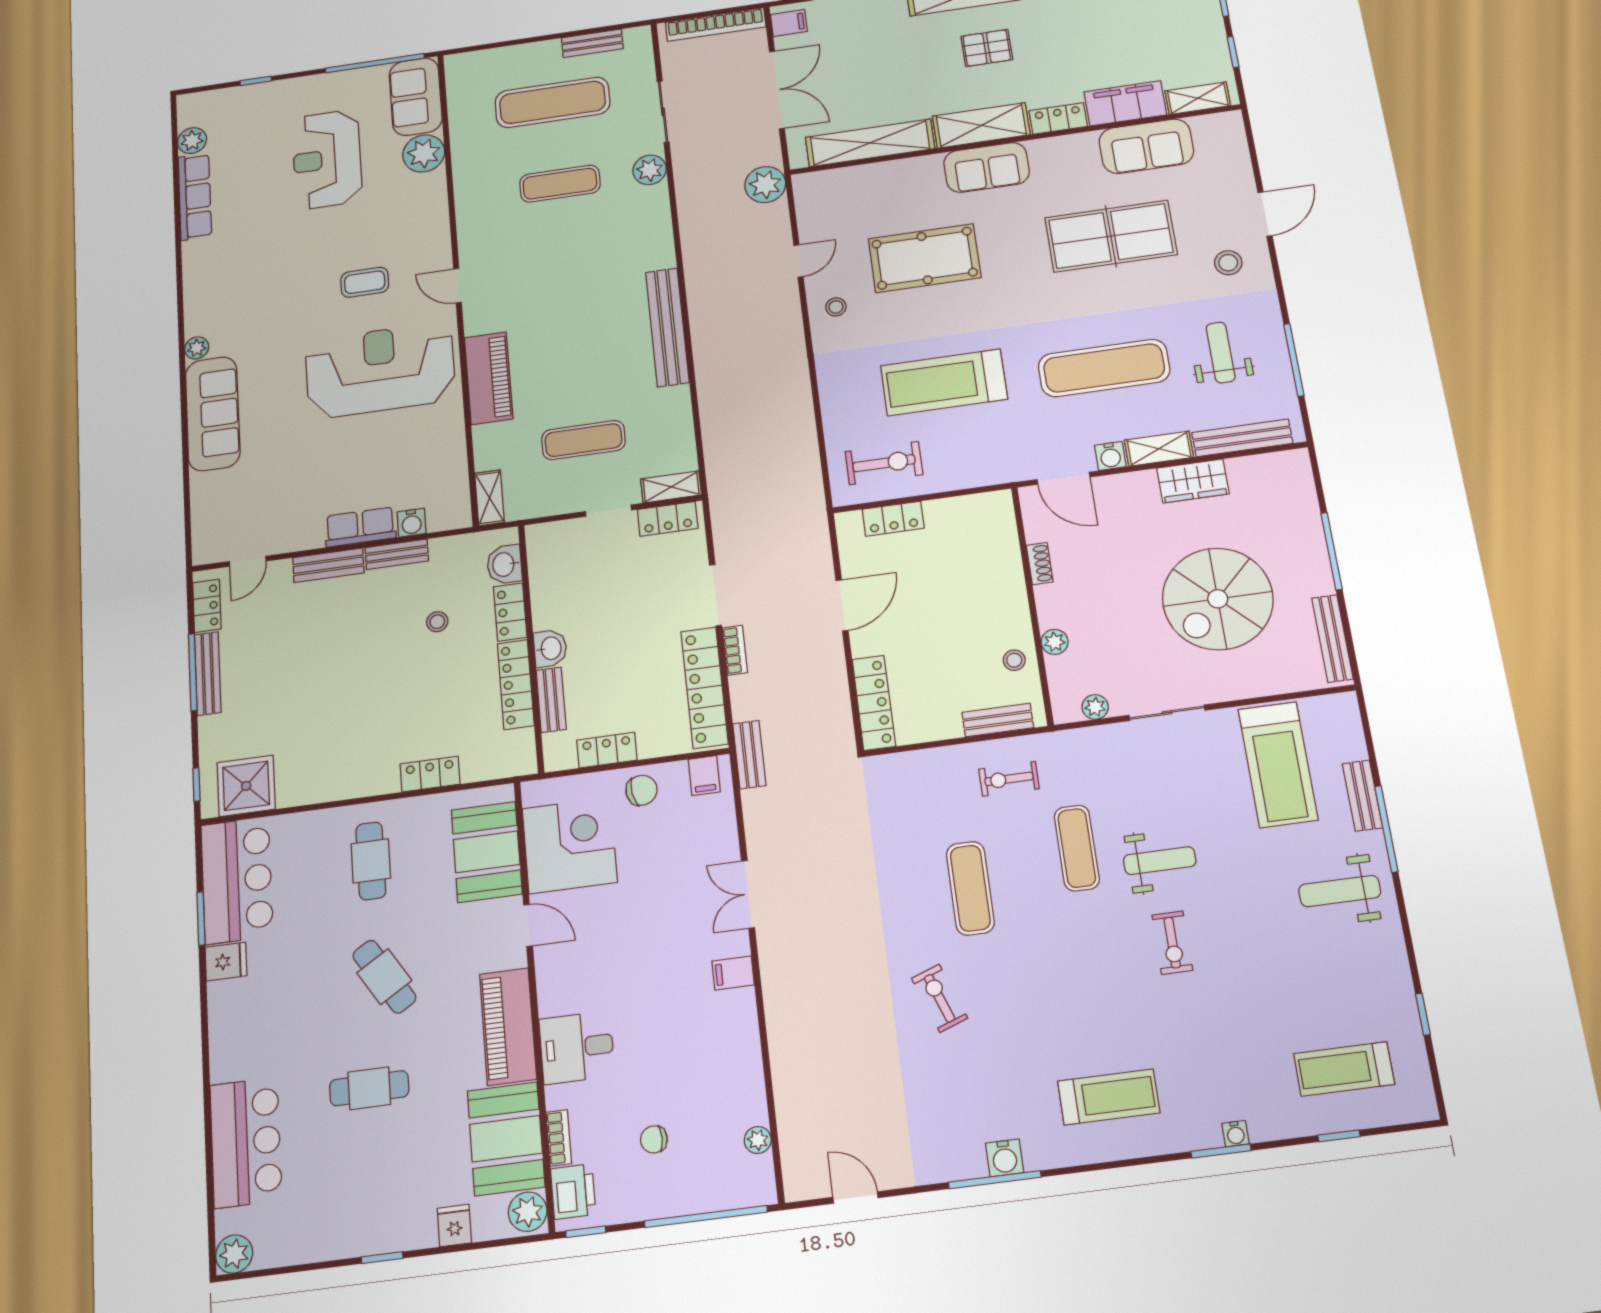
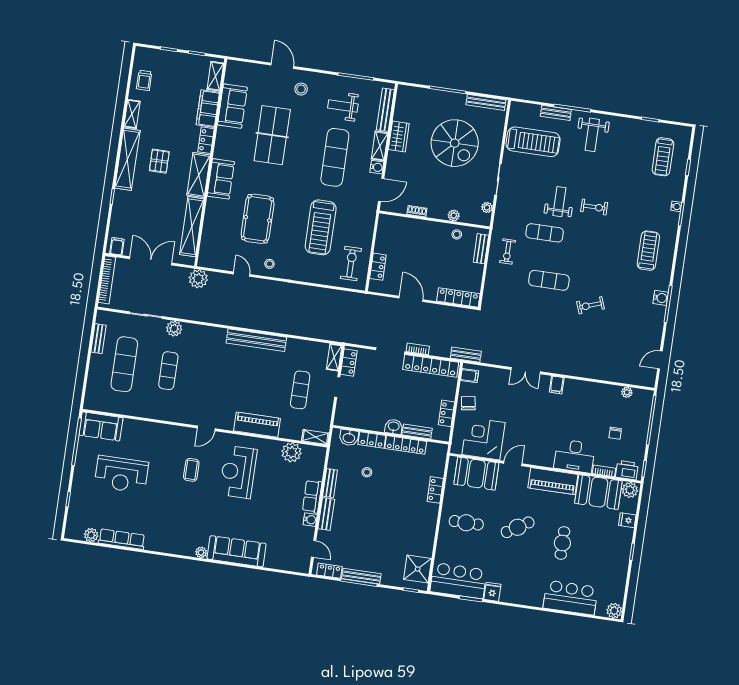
plant: (424, 153) -> (291, 452), moved
reception desk: (380, 370) -> (238, 472), width x0.74, depth x0.77
water cooler: (412, 523) -> (310, 520), moved
desk: (577, 1047) -> (575, 456), width x1.37

